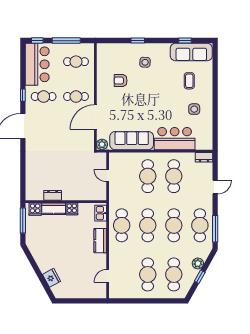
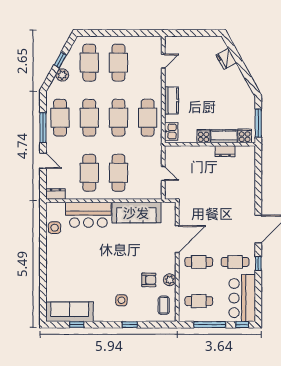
coffee table: (189, 81) -> (164, 305), moved
side table: (194, 109) -> (55, 228), moved
plant: (102, 144) -> (170, 280), moved
door: (215, 187) -> (43, 161), swing flipped
window: (215, 229) -> (43, 128), moved

